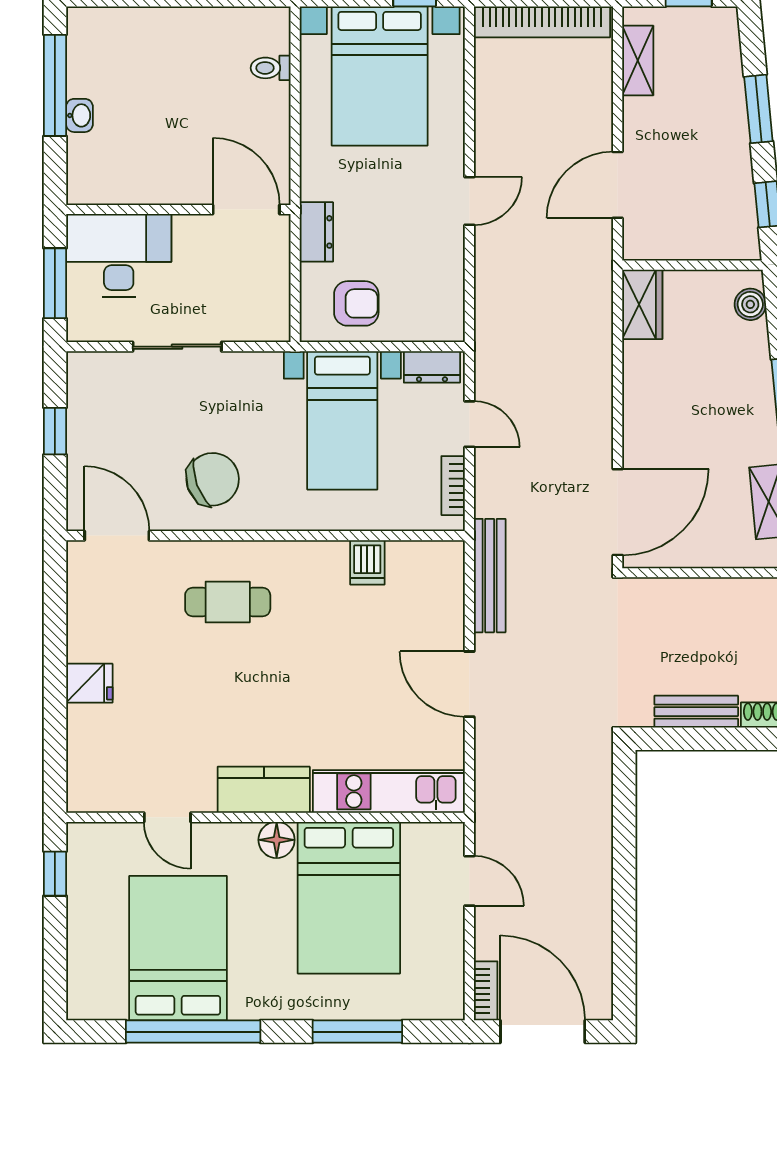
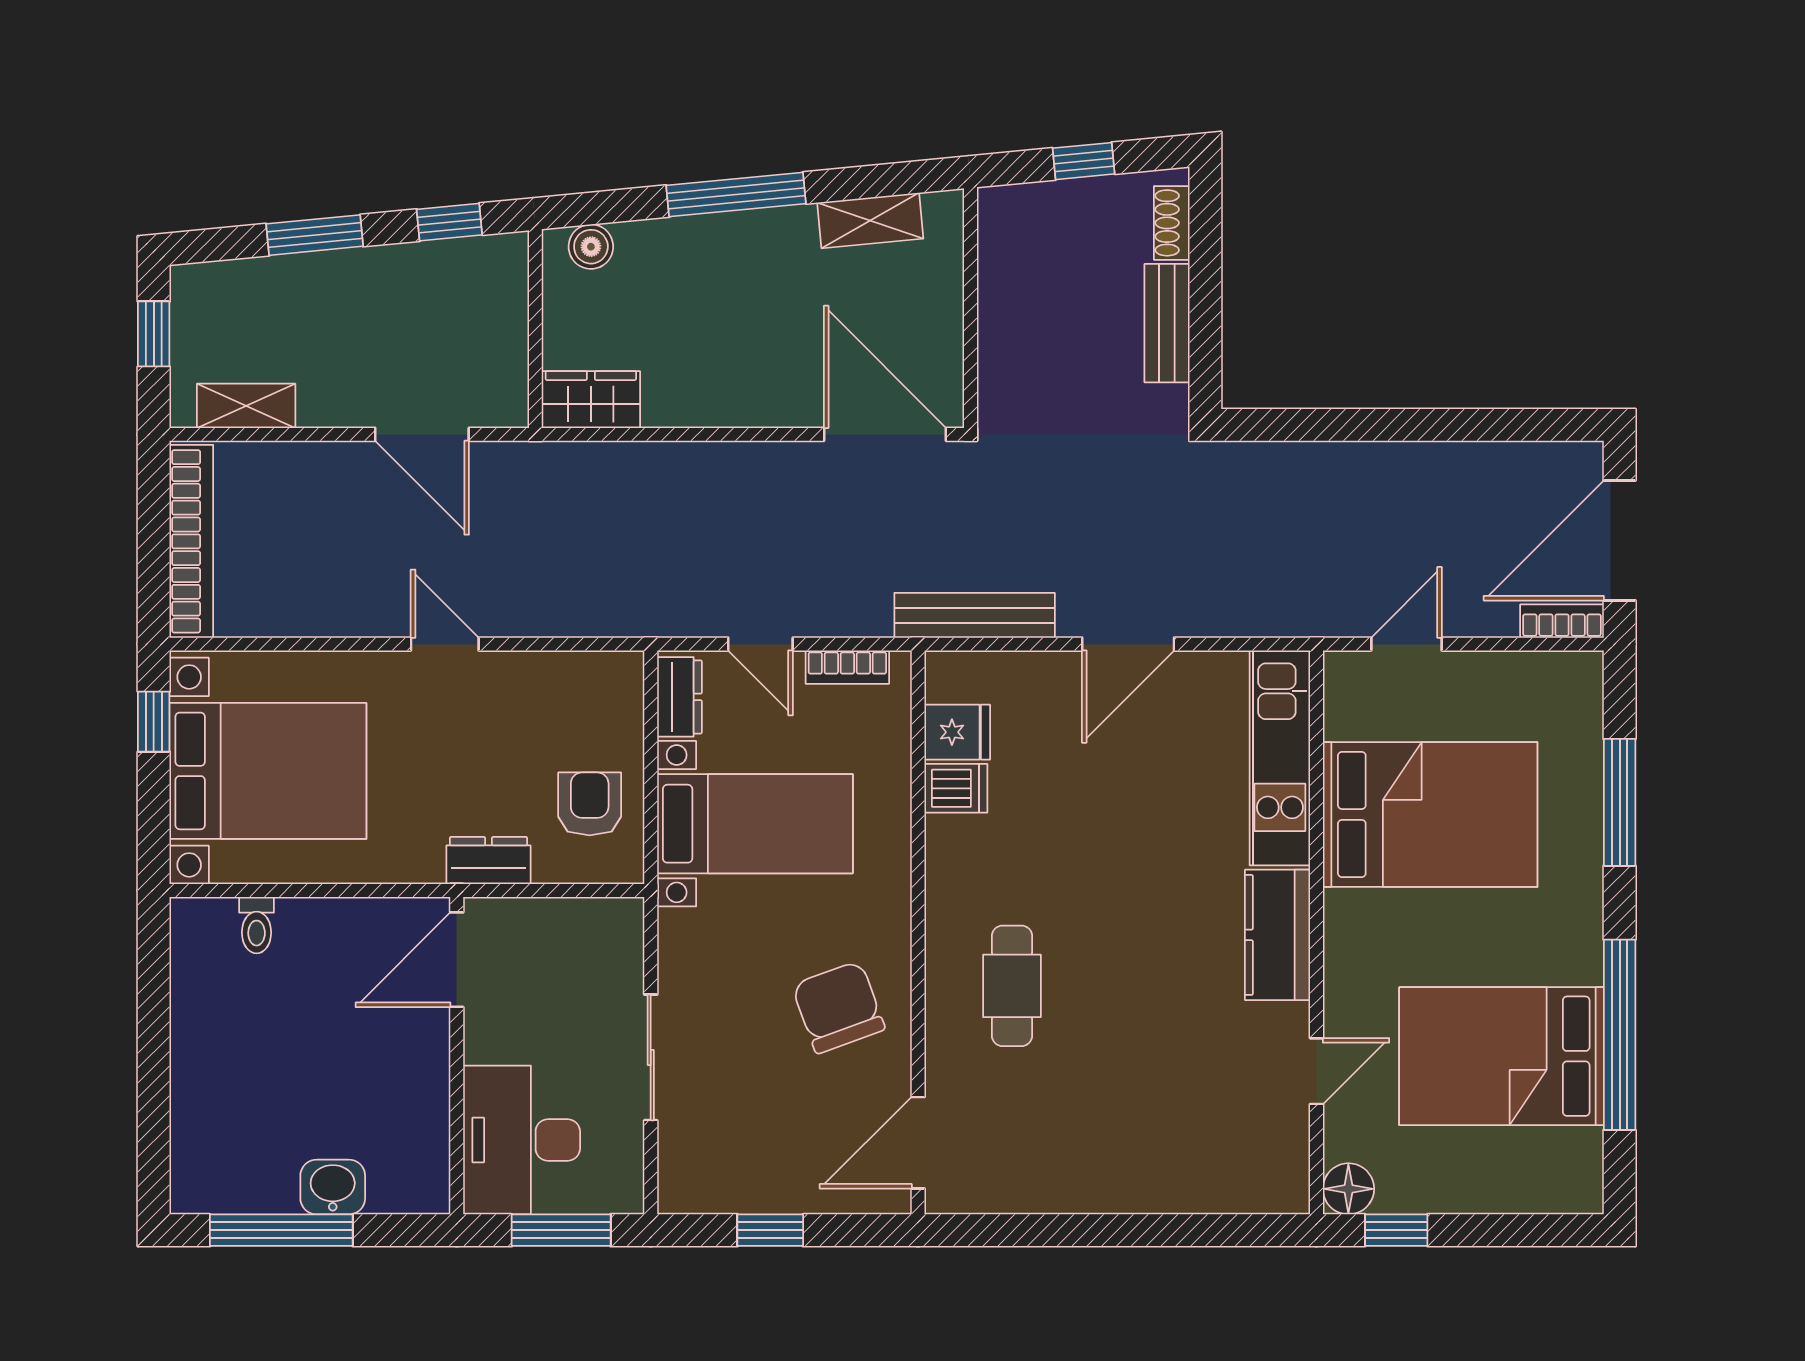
washbasin: (79, 115) -> (333, 1187), width x1.38, depth x1.45
door: (469, 424) -> (760, 644), swing flipped
fridge: (89, 683) -> (957, 732), moved, turned 90
floor lamp: (277, 840) -> (1348, 1189), moved

